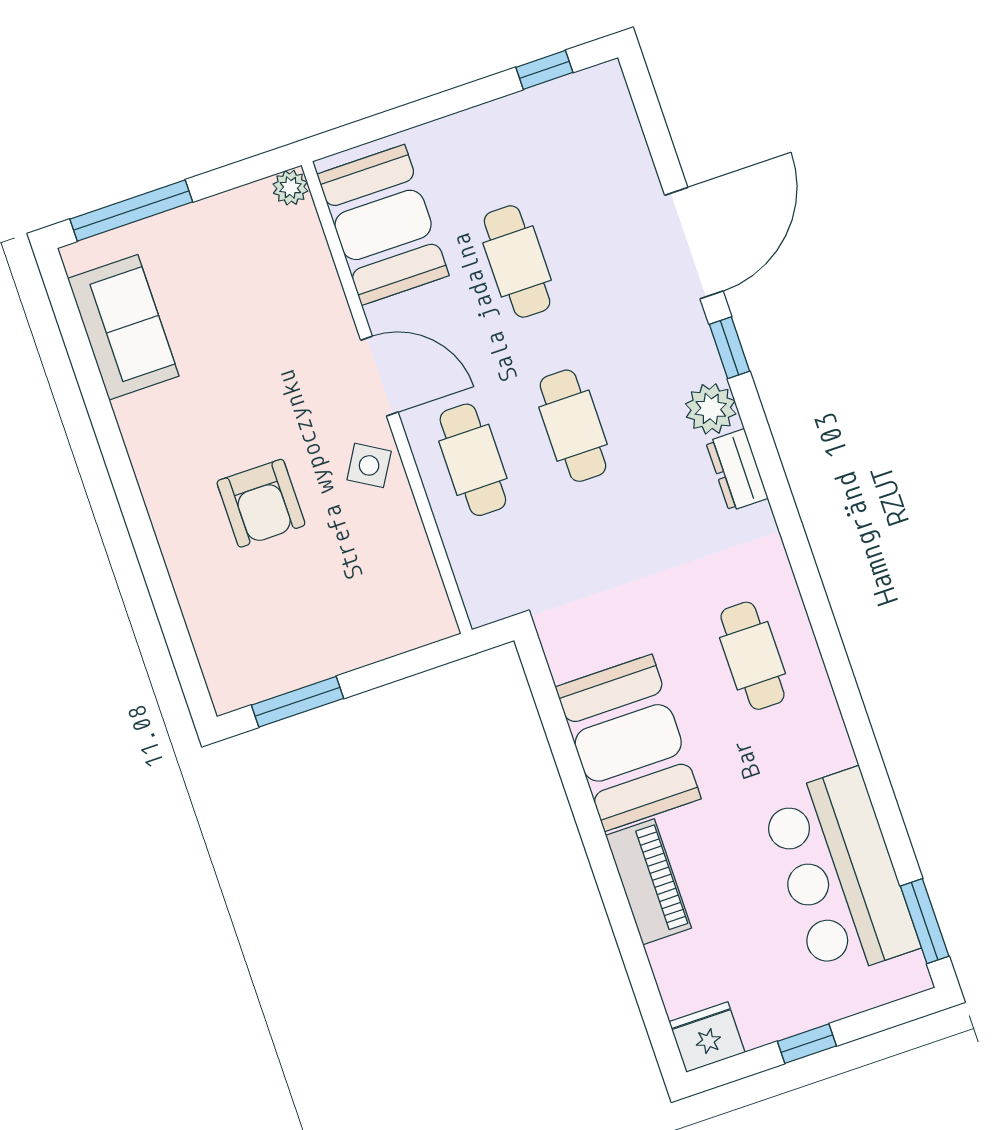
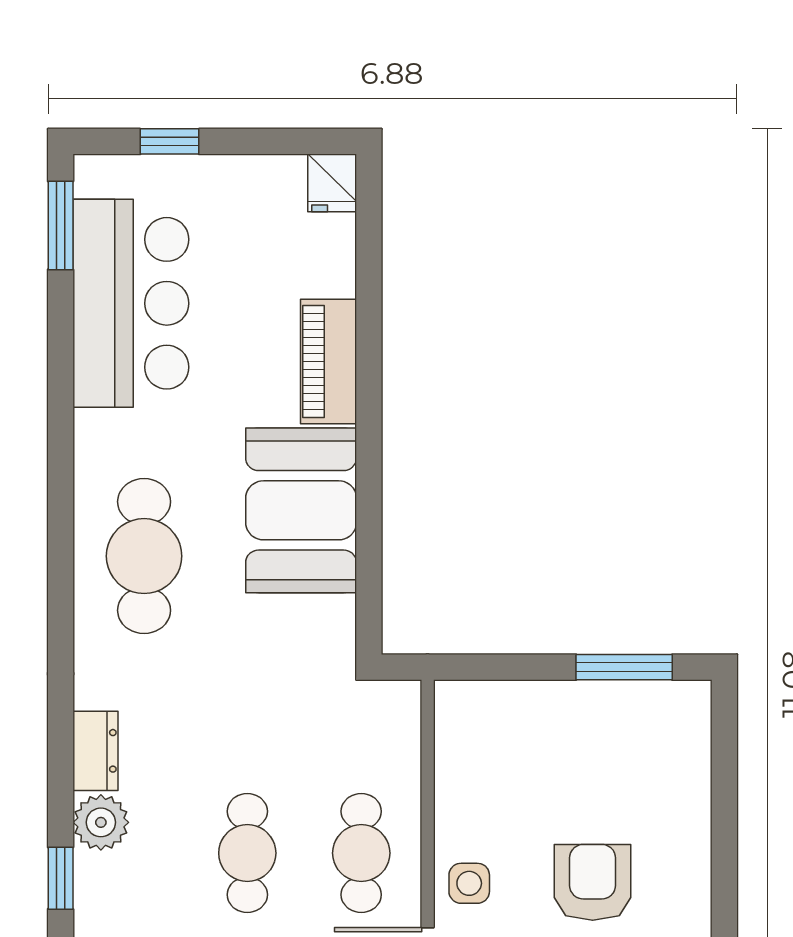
side table: (369, 465) -> (469, 883), turned -31
cafe table: (753, 656) -> (144, 556), width x1.37, depth x1.35
fridge: (707, 1037) -> (332, 183), width x0.72
window: (807, 1044) -> (170, 141), moved

